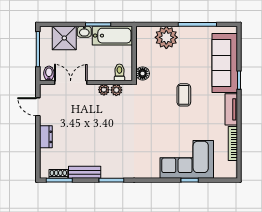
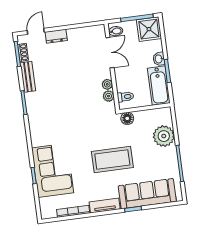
shower: (64, 38) -> (149, 29), moved
coffee table: (184, 95) -> (112, 160), width x1.86, depth x1.72
door: (38, 107) -> (36, 31), moved

